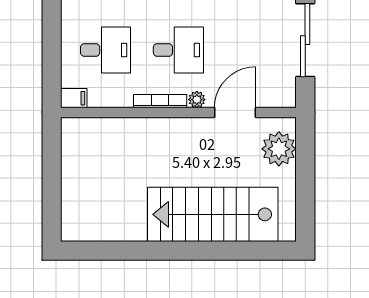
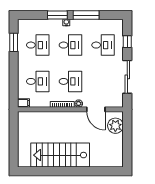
door: (235, 112) -> (96, 109), swing flipped
stairs: (213, 214) -> (60, 155), moved

